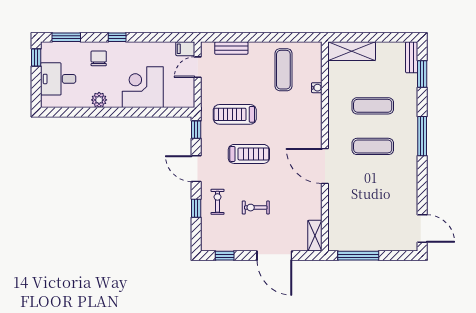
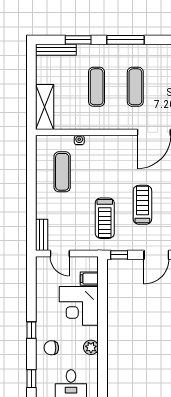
window: (66, 37) -> (31, 379), width x0.67
bench: (231, 48) -> (42, 235), moved
filing cabinet: (185, 49) -> (89, 279), moved, turned 90
bench: (412, 57) -> (56, 50), width x1.36
exercise mat: (283, 70) -> (62, 172), turned 90
window: (422, 74) -> (78, 40), moved

